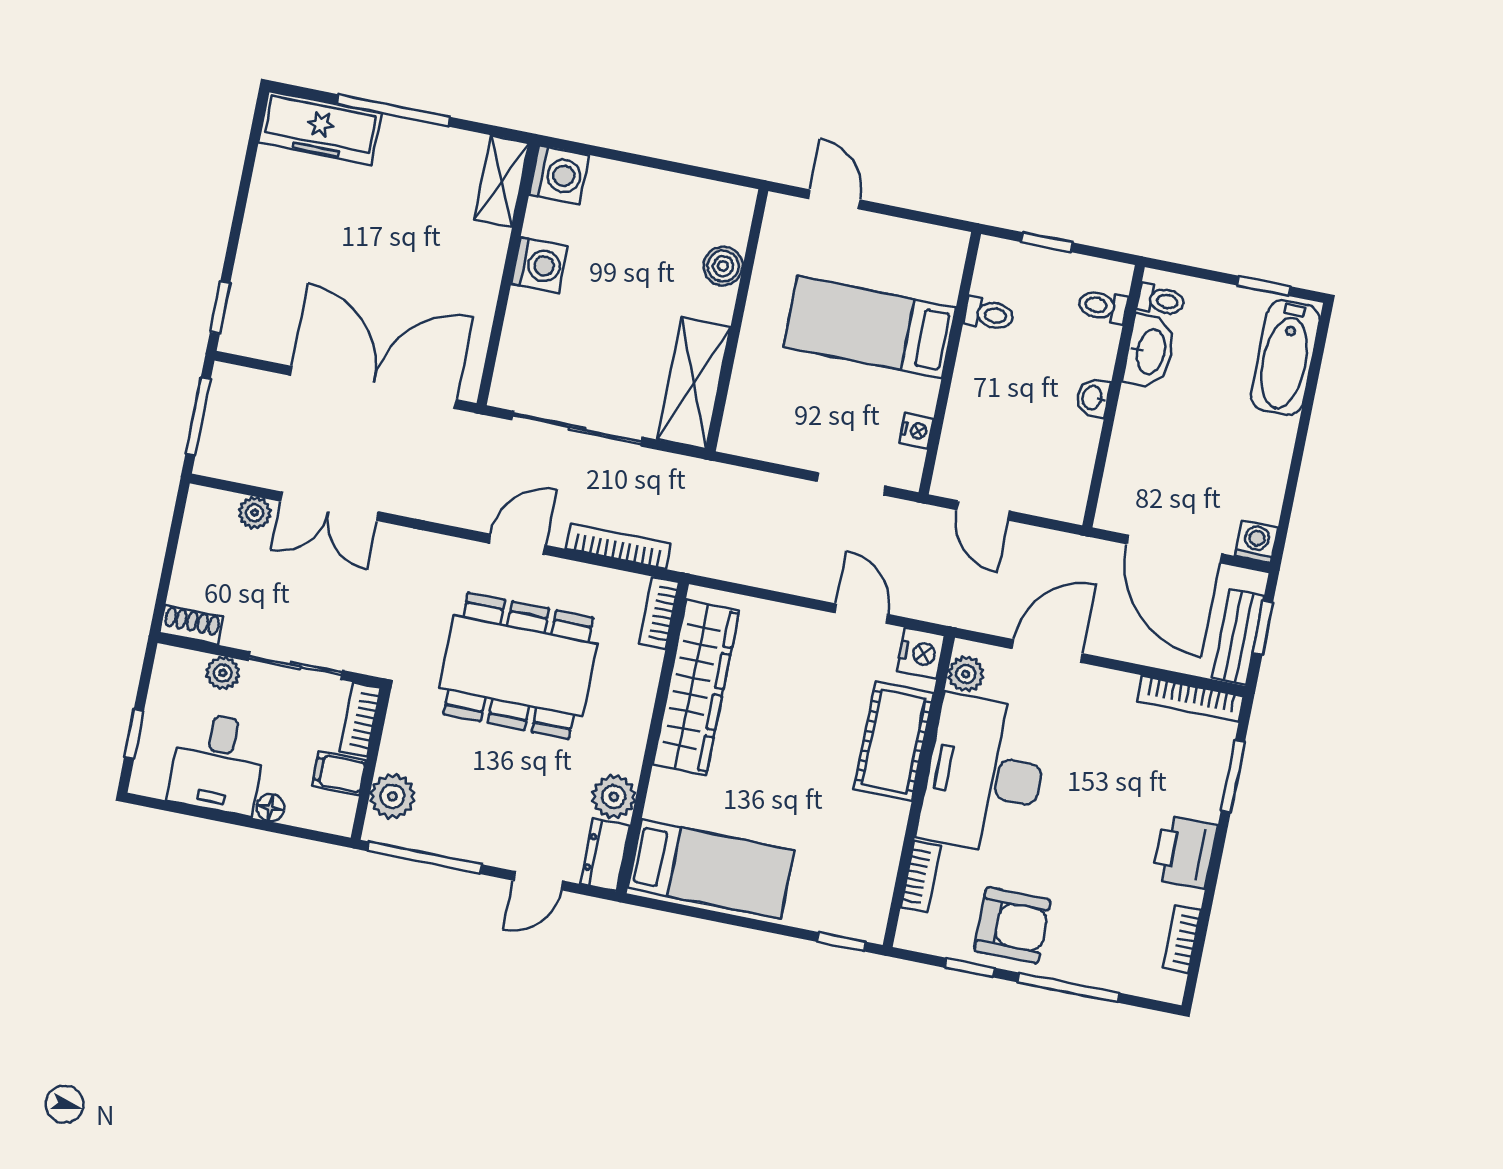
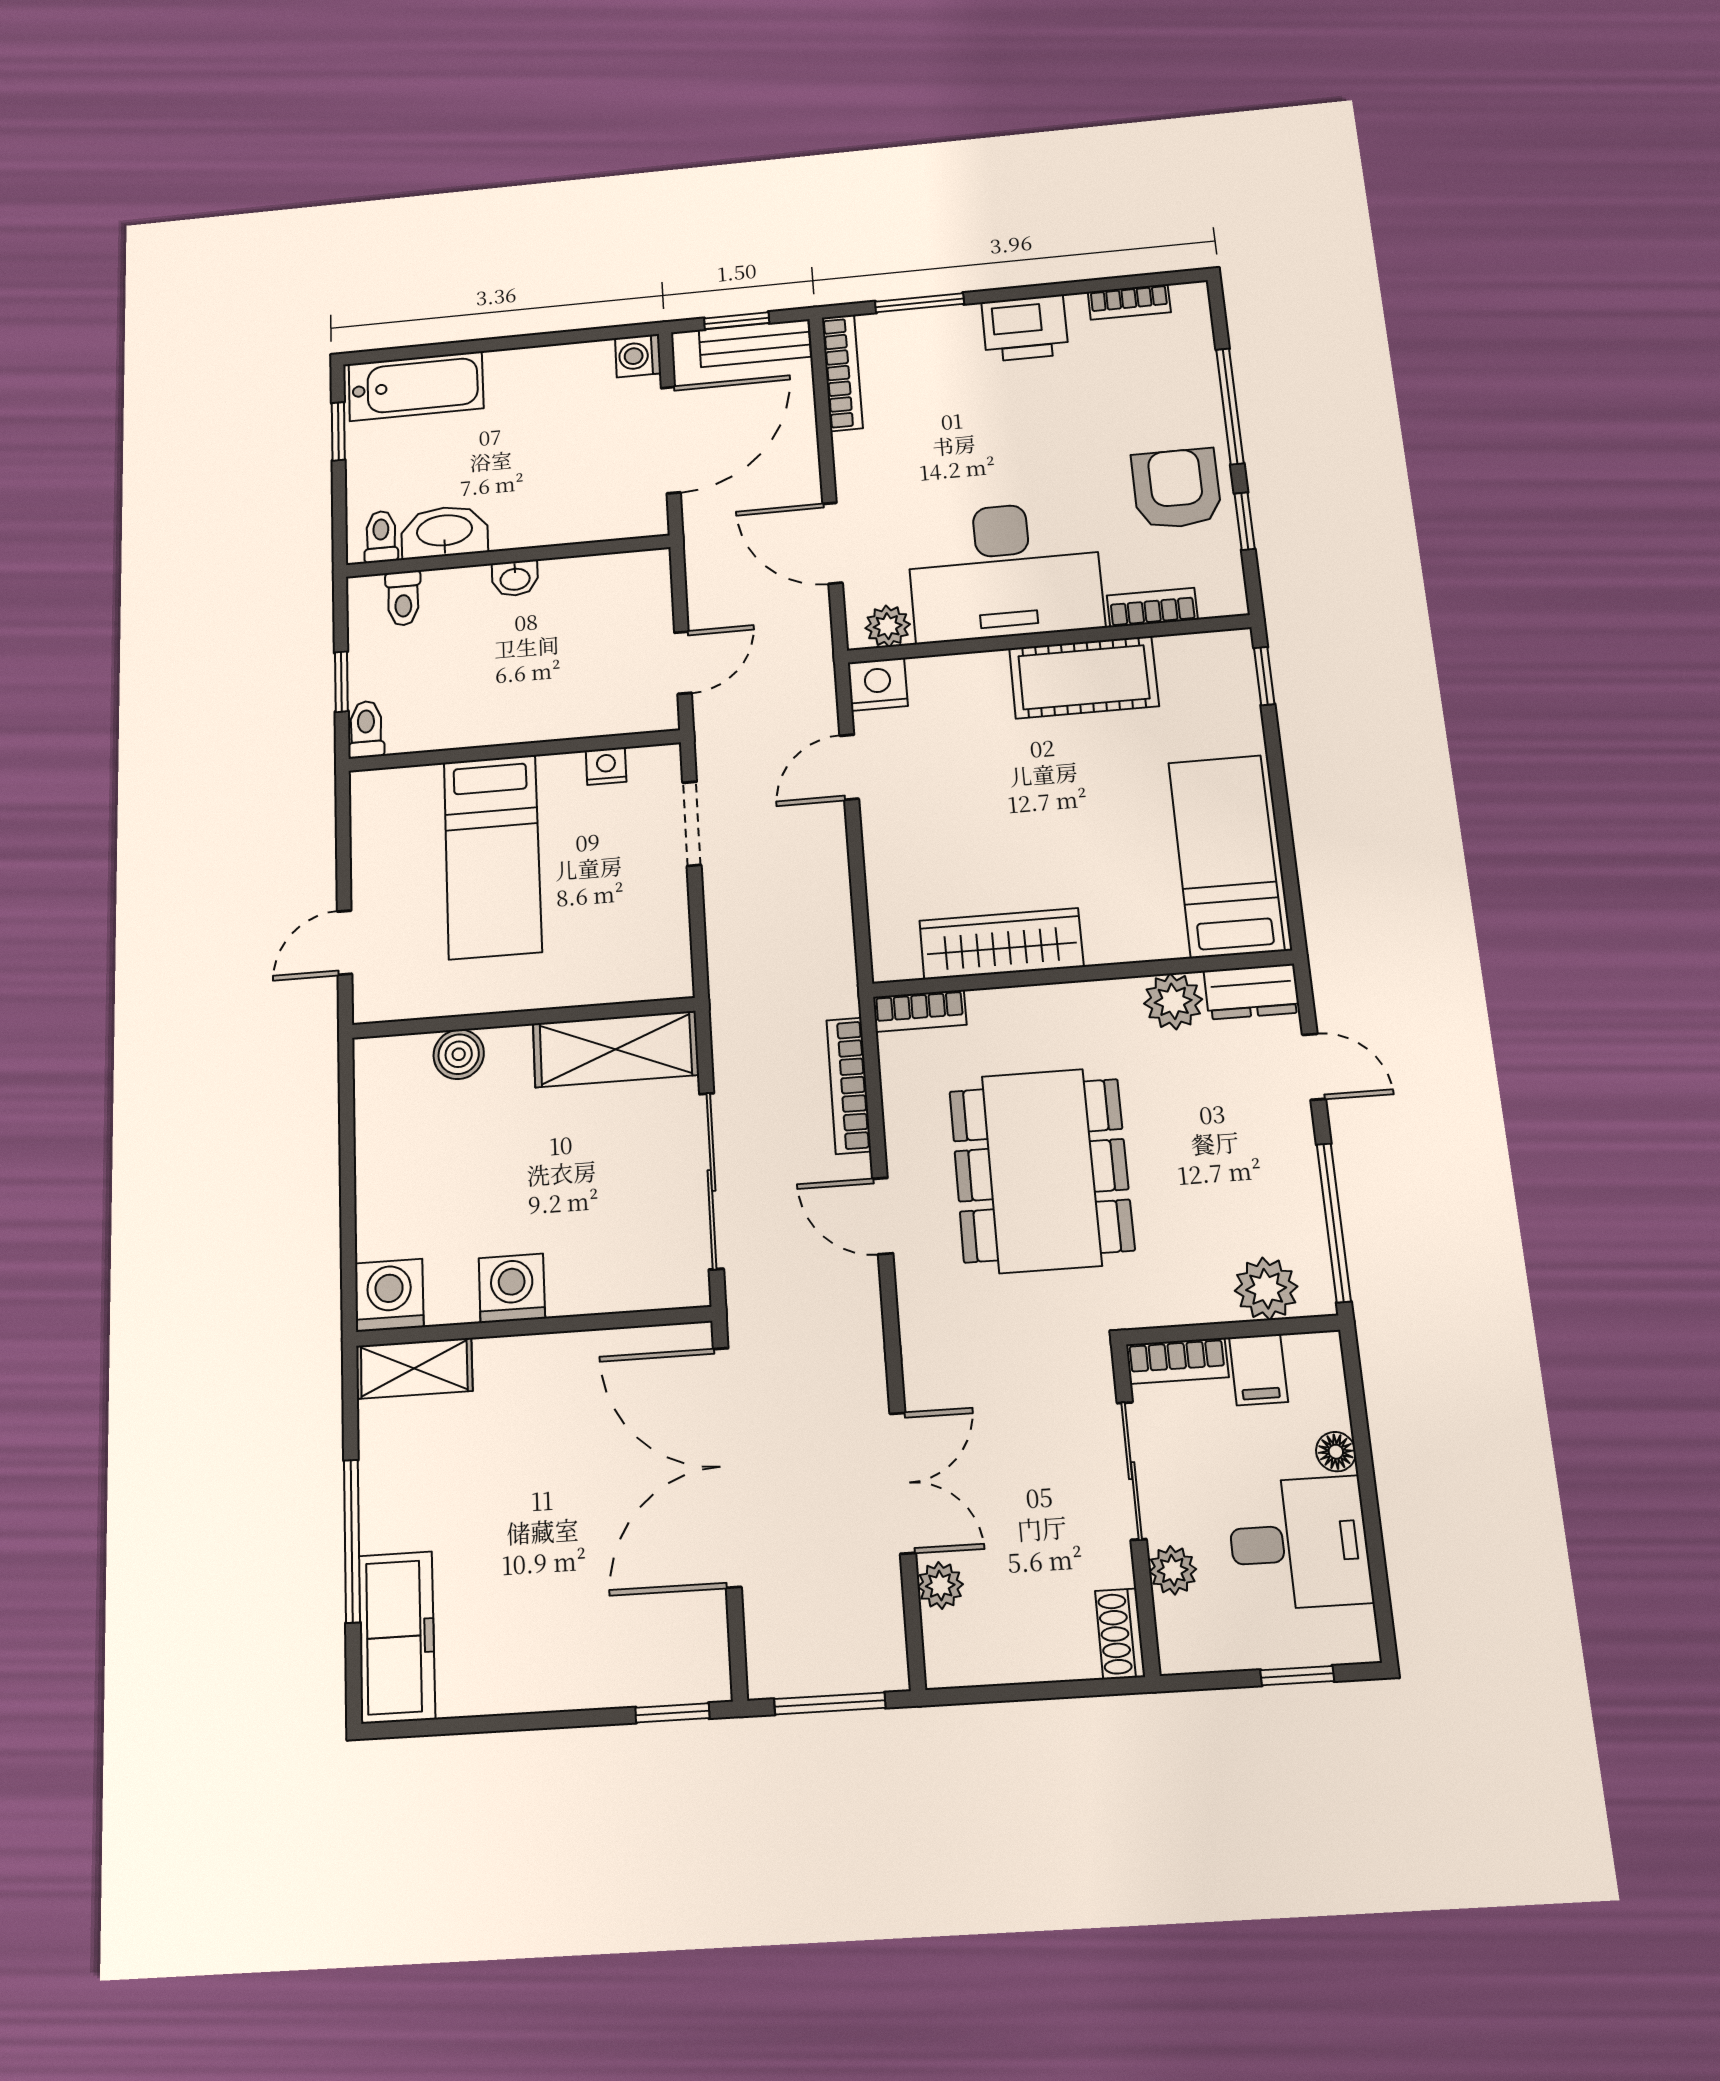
toilet: (989, 314) -> (366, 729), moved
wardrobe: (696, 687) -> (1001, 944), width x0.71, depth x0.85
cot: (894, 741) -> (1084, 677), moved

